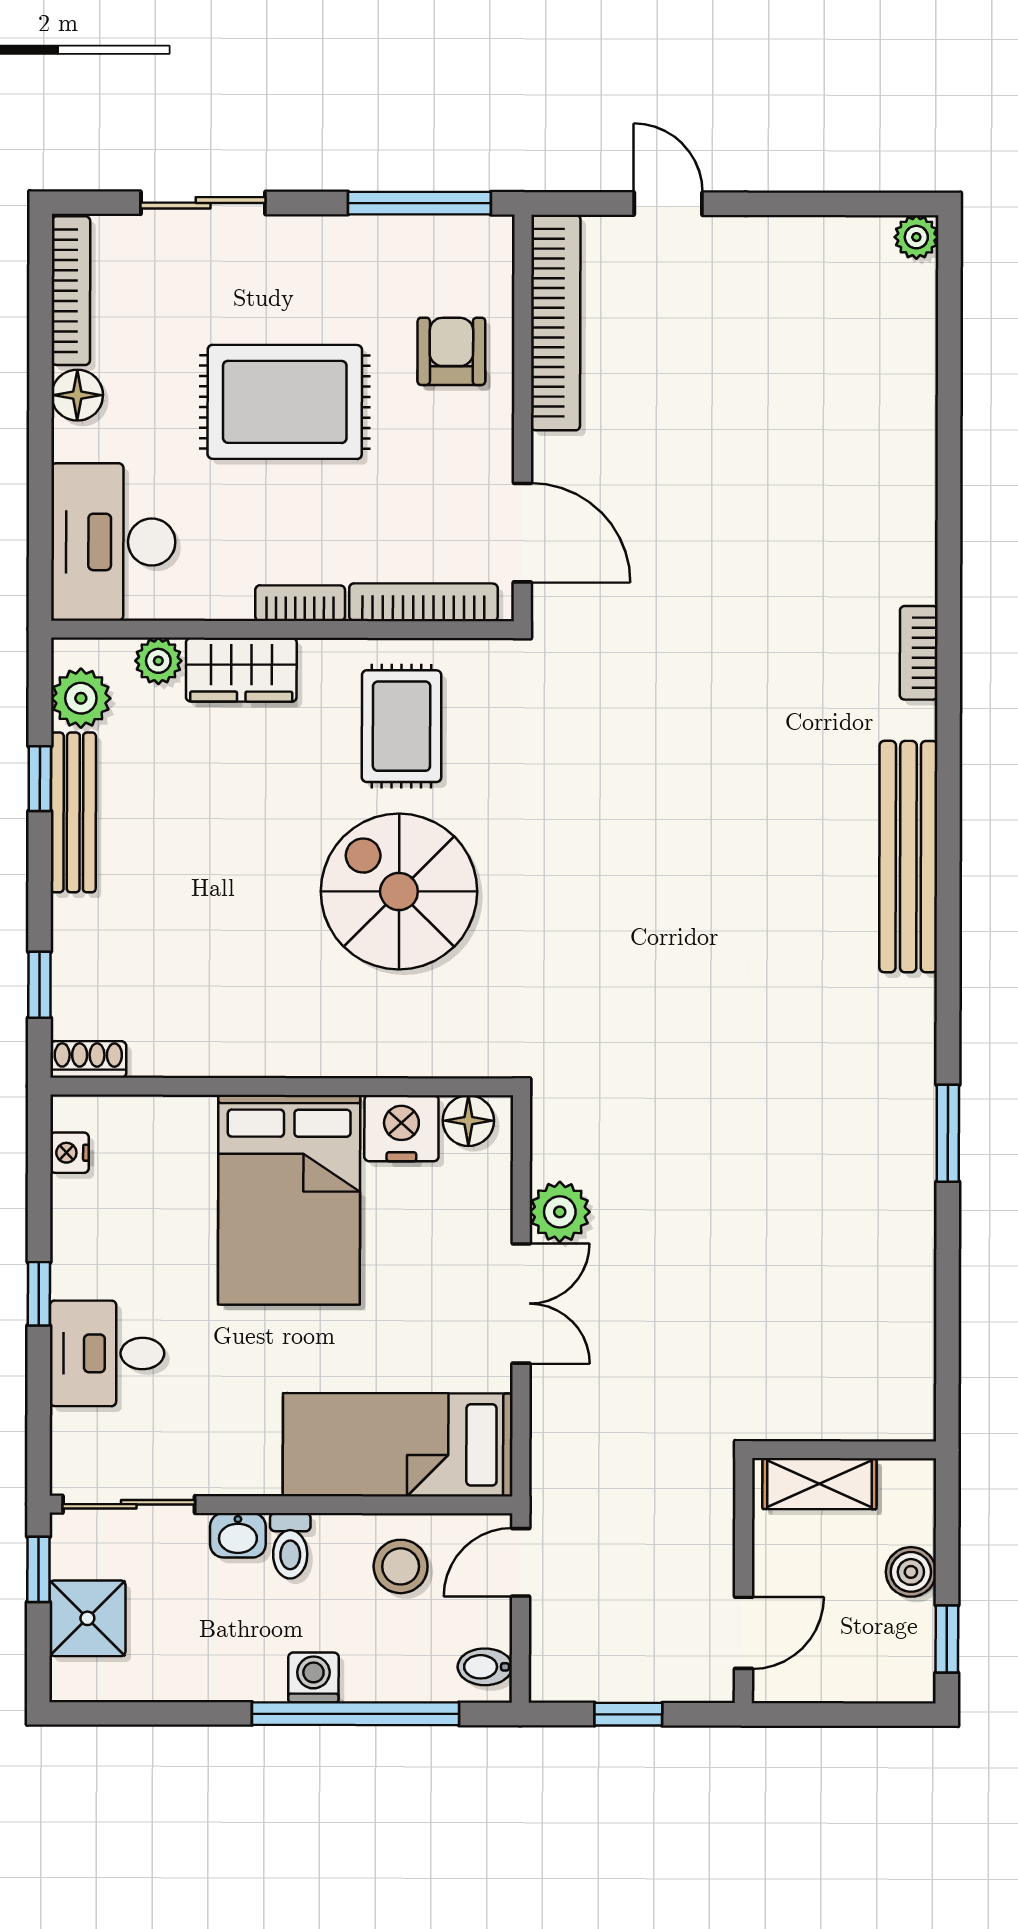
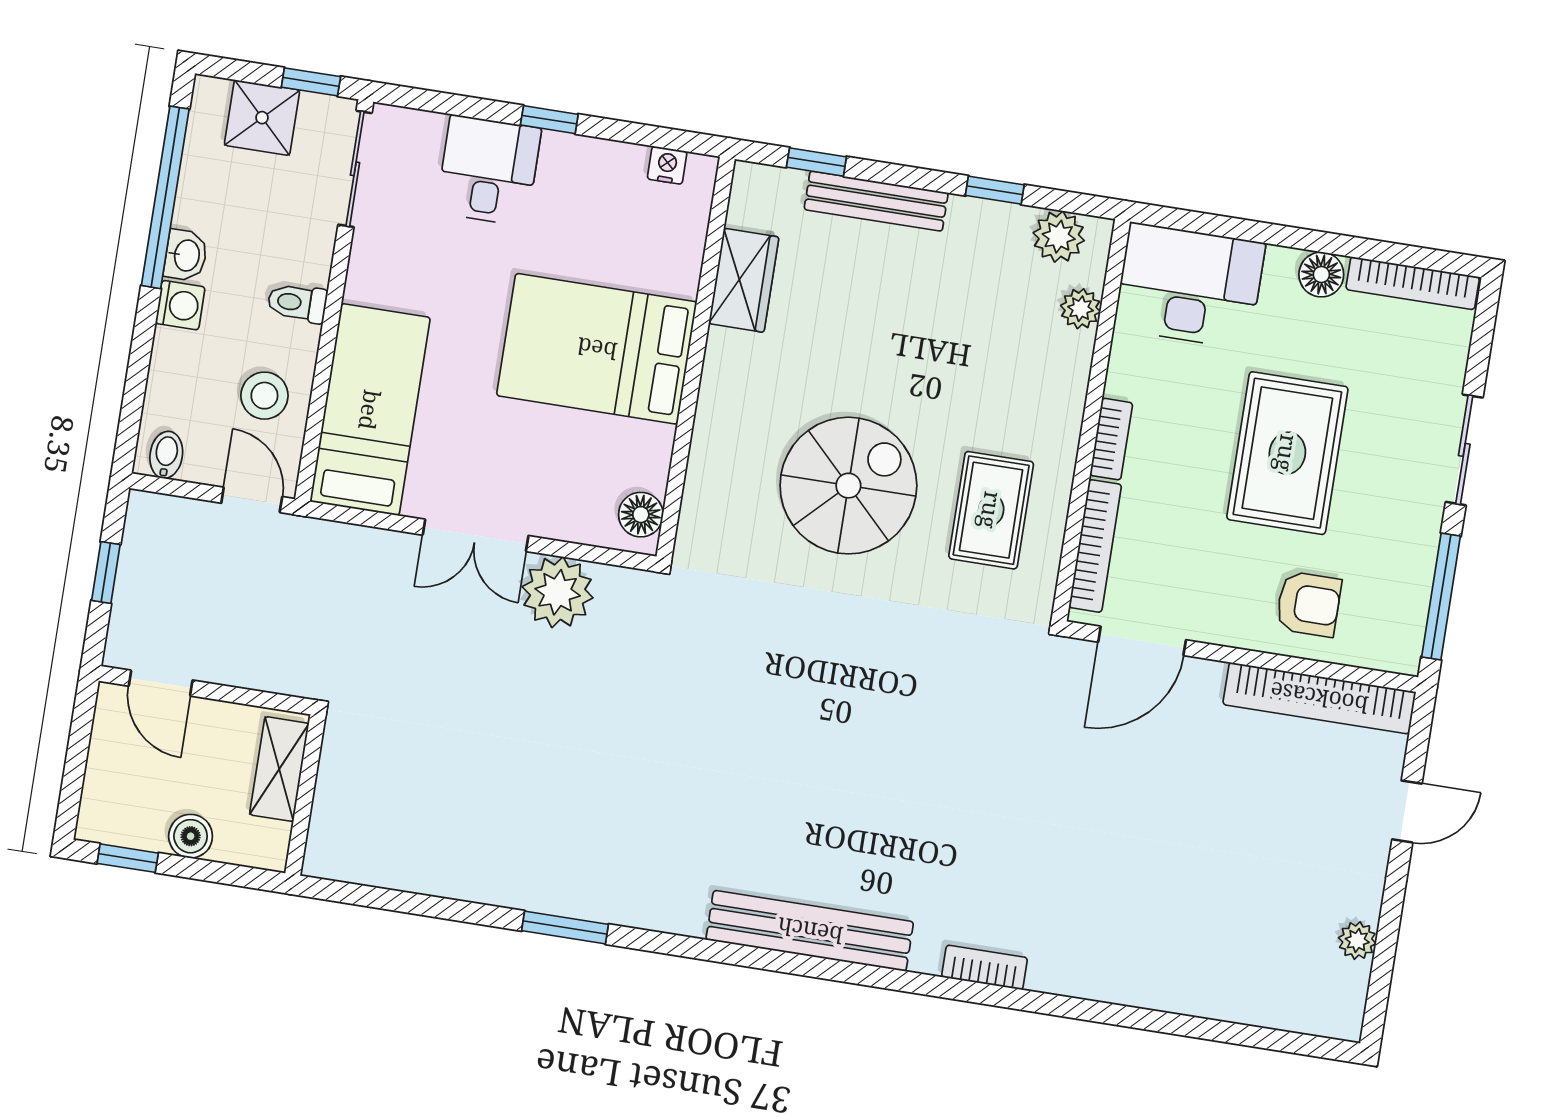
sliding door: (203, 203) -> (1464, 450), moved
plant: (916, 237) -> (1357, 941), moved
wardrobe: (241, 670) -> (744, 280), moved, turned 180
rug: (402, 726) -> (991, 510), turned 90
bench: (73, 812) -> (876, 201), moved
shoe rack: (88, 1059) -> (745, 194), removed
nightstand: (401, 1128) -> (643, 456), removed
plant: (560, 1212) -> (558, 592), width x1.36, depth x1.36
washbasin: (238, 1535) -> (186, 255), moved, turned 180
window: (356, 1714) -> (165, 197), moved

